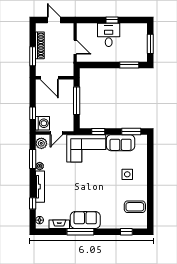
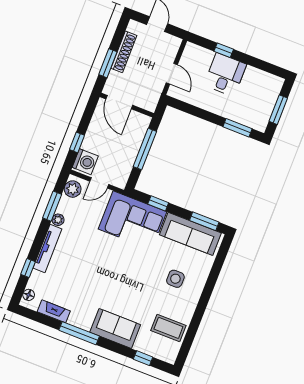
window: (112, 20) -> (224, 50), moved
sofa: (121, 143) -> (190, 234), width x1.36
sofa: (85, 220) -> (115, 328), moved

